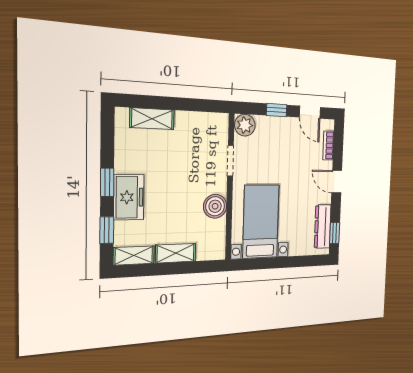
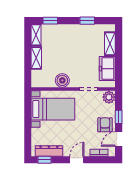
armchair: (288, 134) -> (105, 125), added
window: (107, 182) -> (87, 21), moved
freezer: (129, 197) -> (107, 69), moved, turned 90

